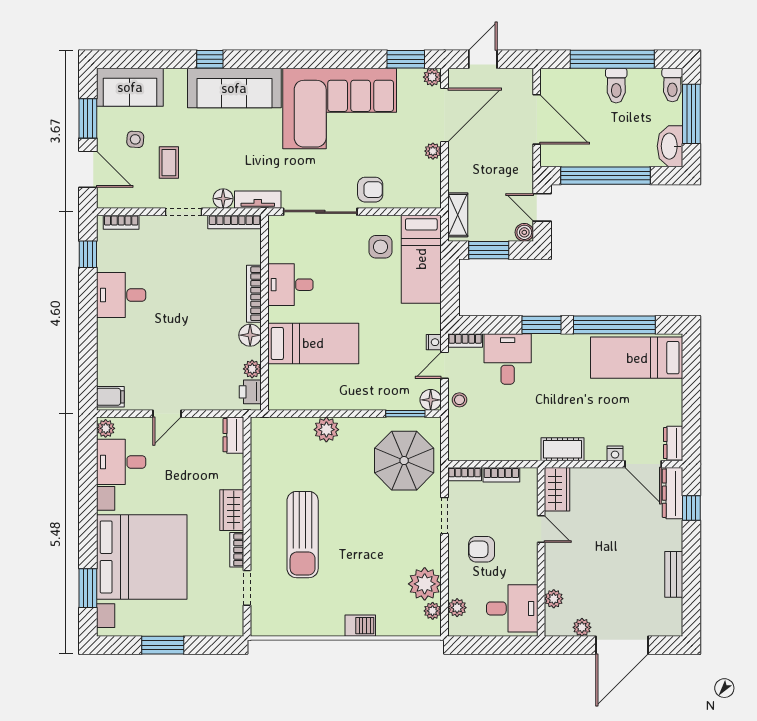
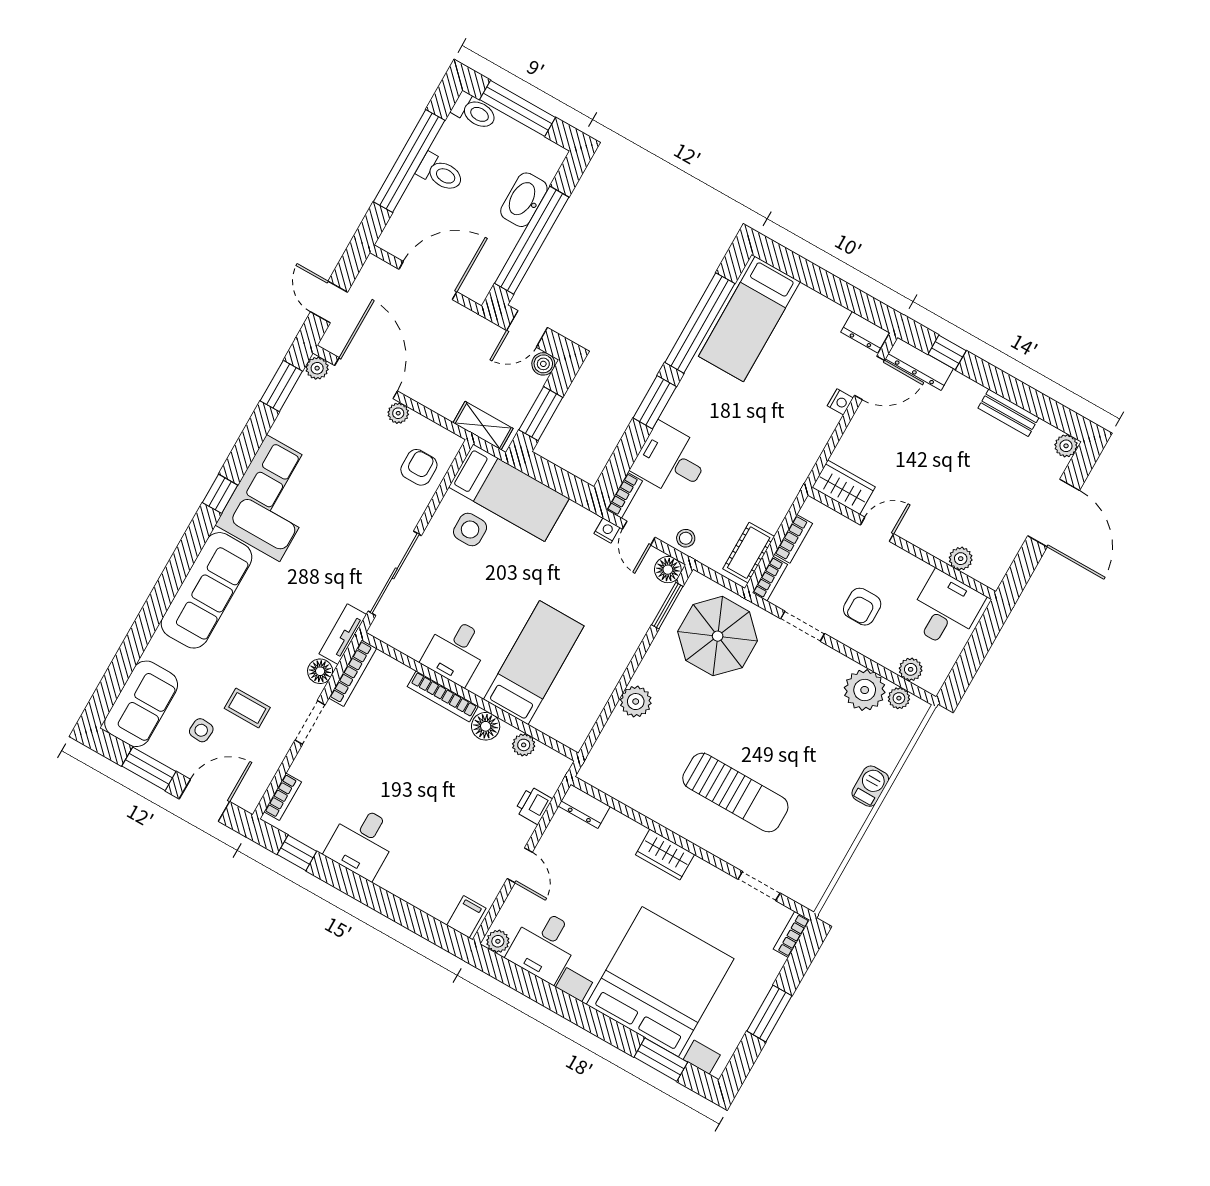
window: (210, 59) -> (220, 494), moved
corner sofa: (340, 108) -> (273, 498), width x0.73, depth x0.74
washbasin: (670, 146) -> (524, 200), moved, turned 90
armchair: (370, 190) -> (419, 467), moved
printer: (250, 392) -> (533, 805), moved, turned 90
cot: (563, 449) -> (749, 553), moved
bookcase: (237, 550) -> (792, 934), moved, turned 90
plant: (582, 627) -> (1066, 446), moved

